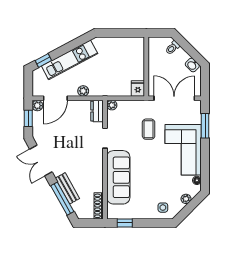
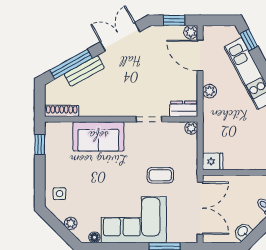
sofa: (118, 177) -> (98, 136), width x0.73

